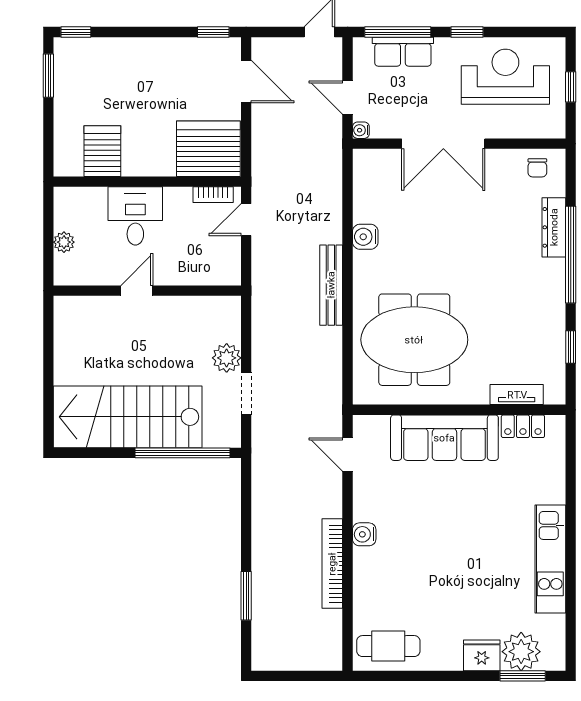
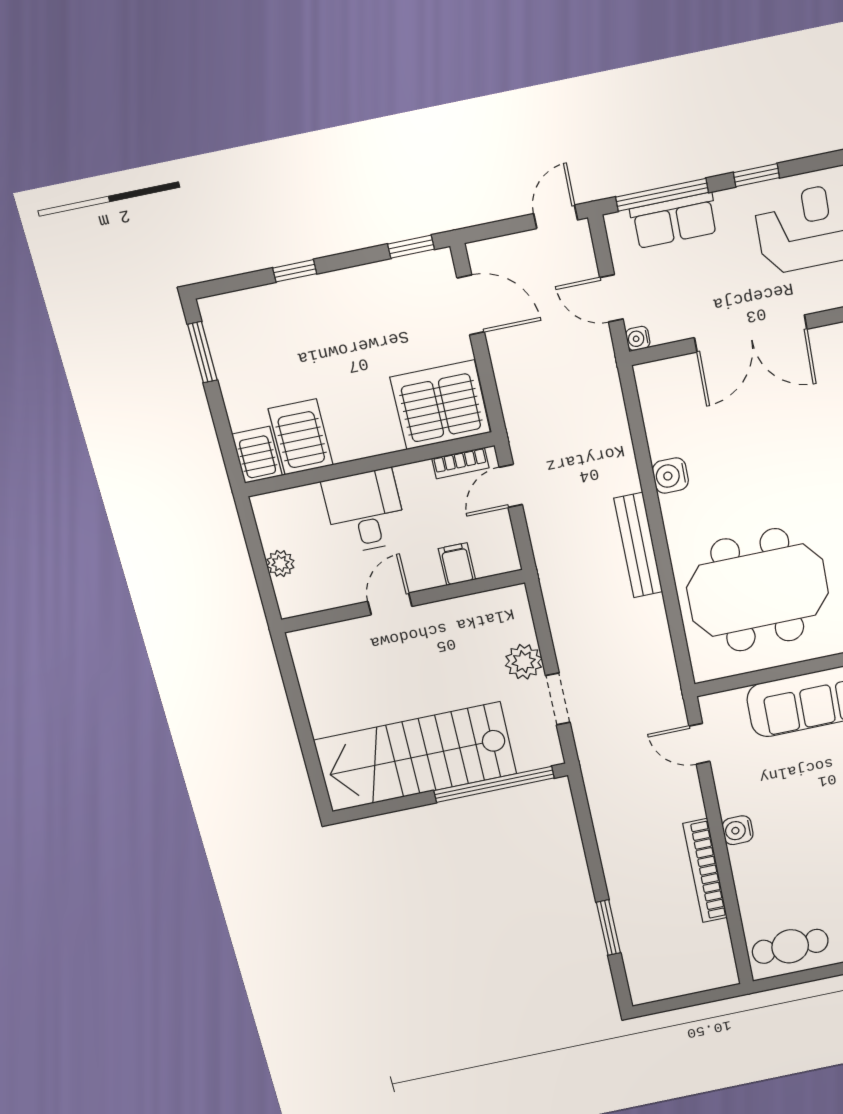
window: (76, 32) -> (295, 271), moved
server rack: (68, 157) -> (257, 455), added
filing cabinet: (193, 271) -> (457, 564), added

